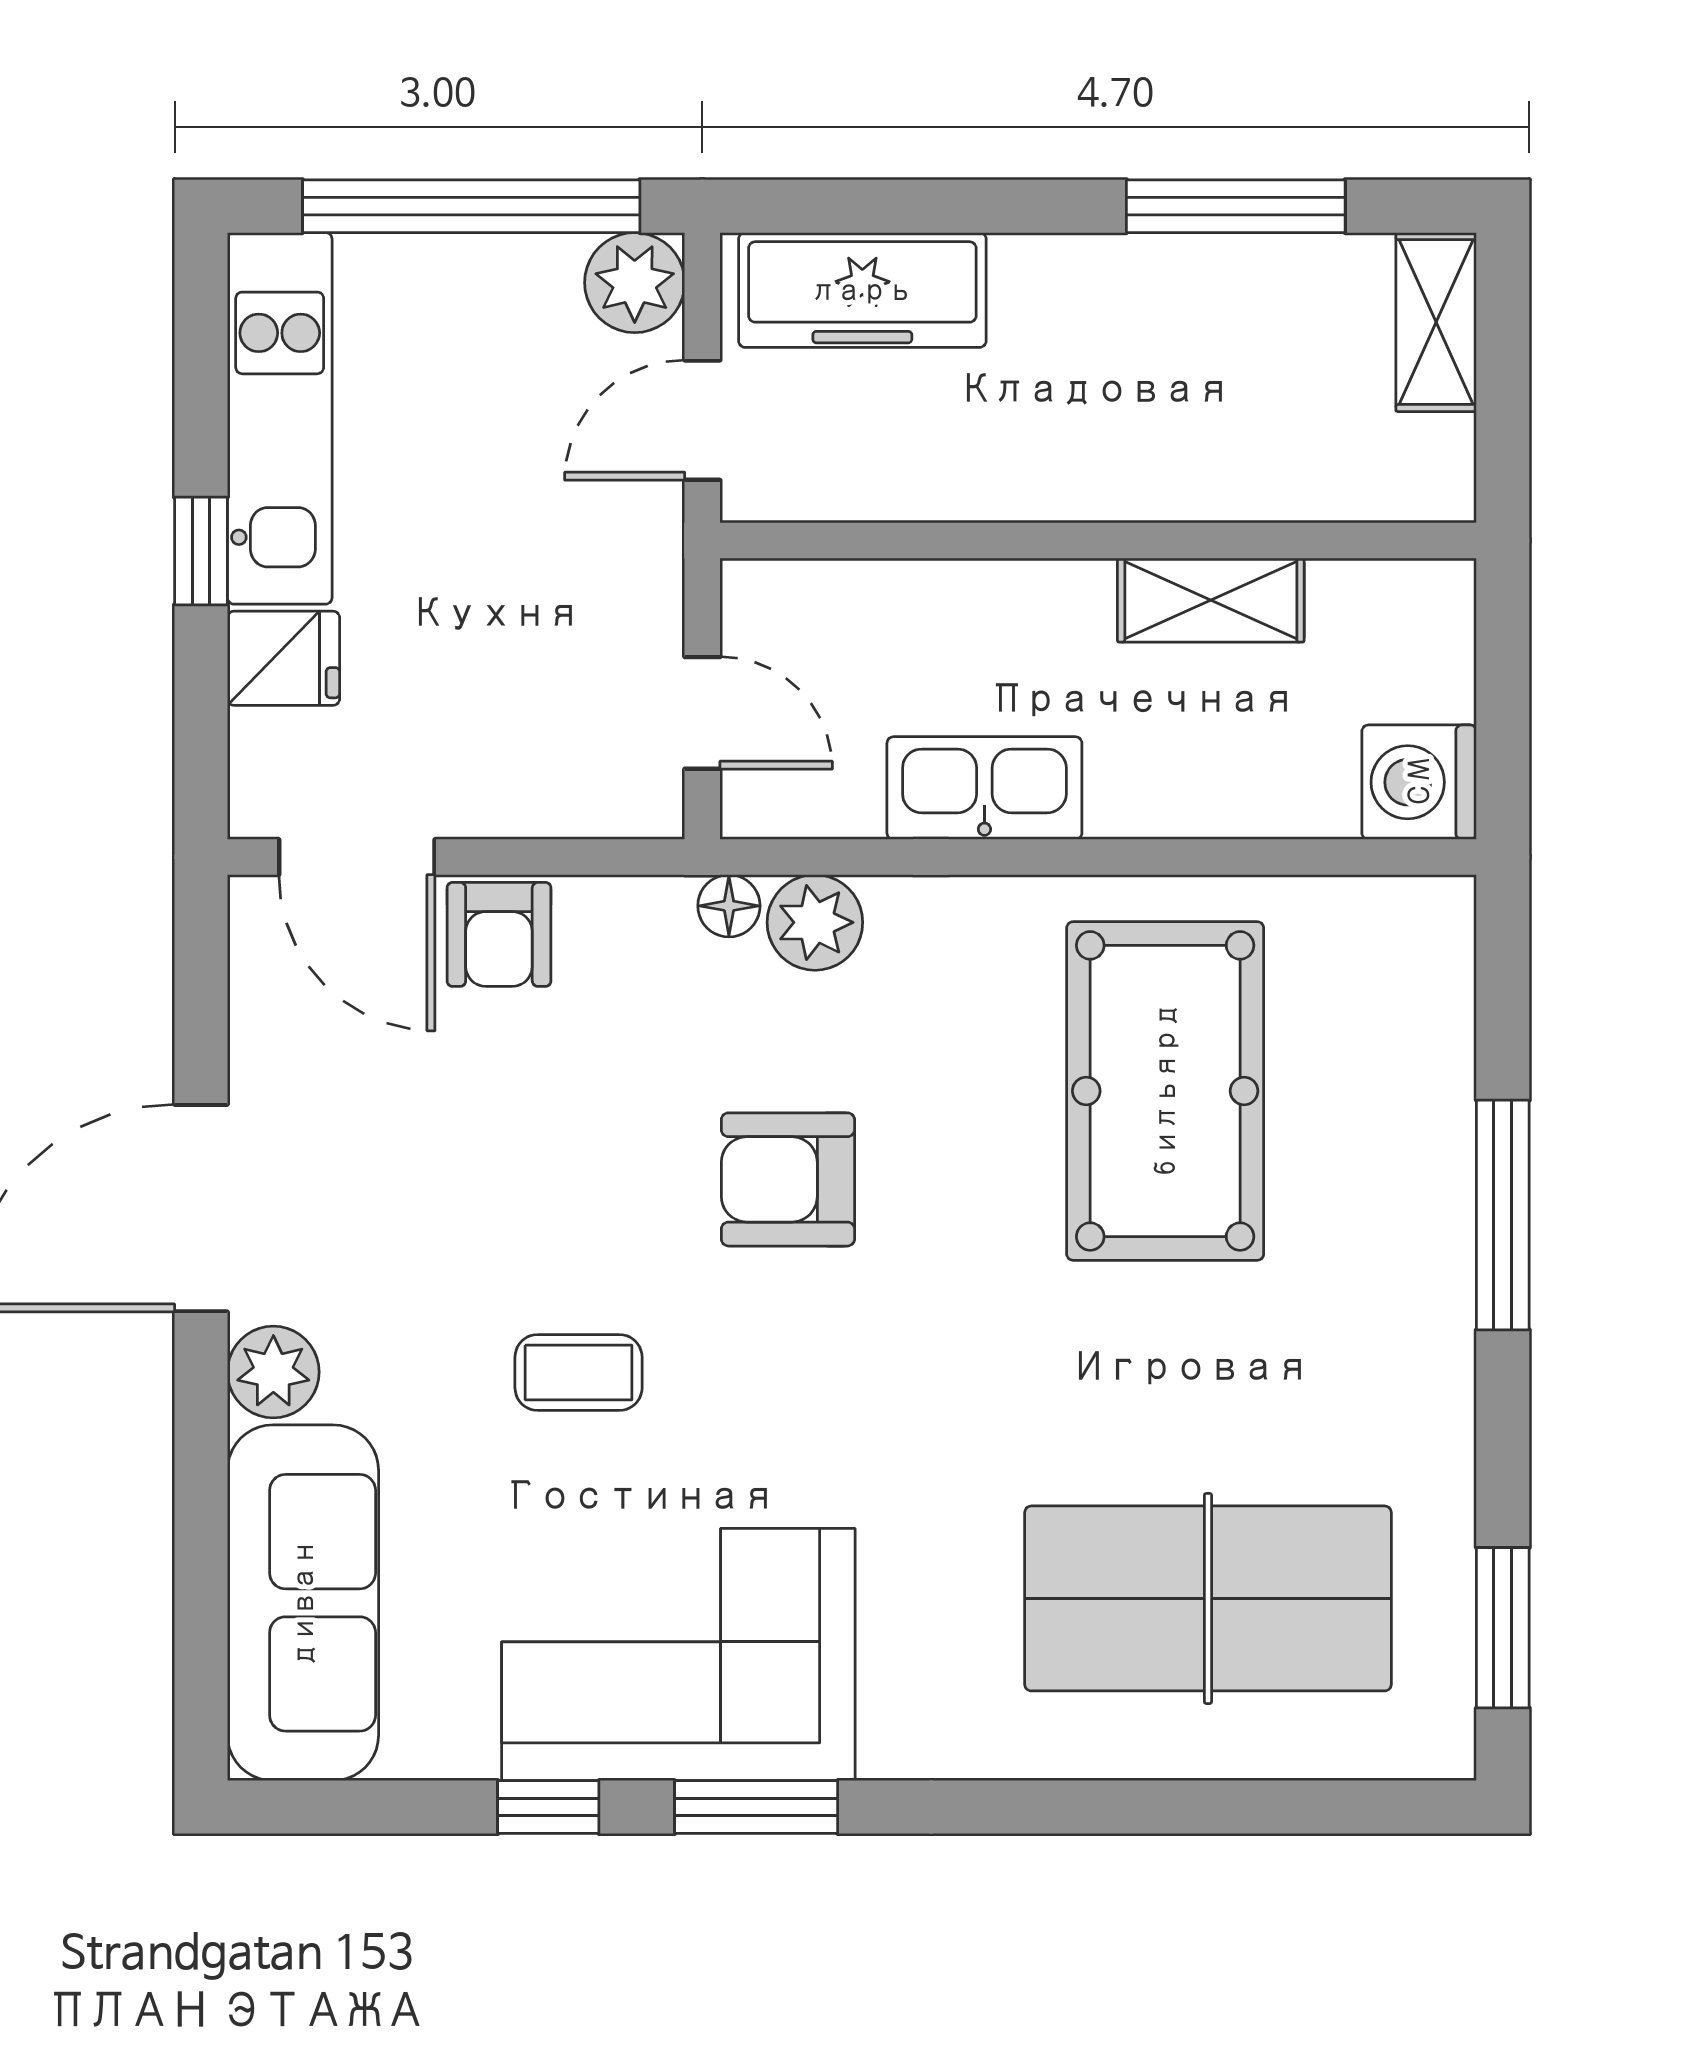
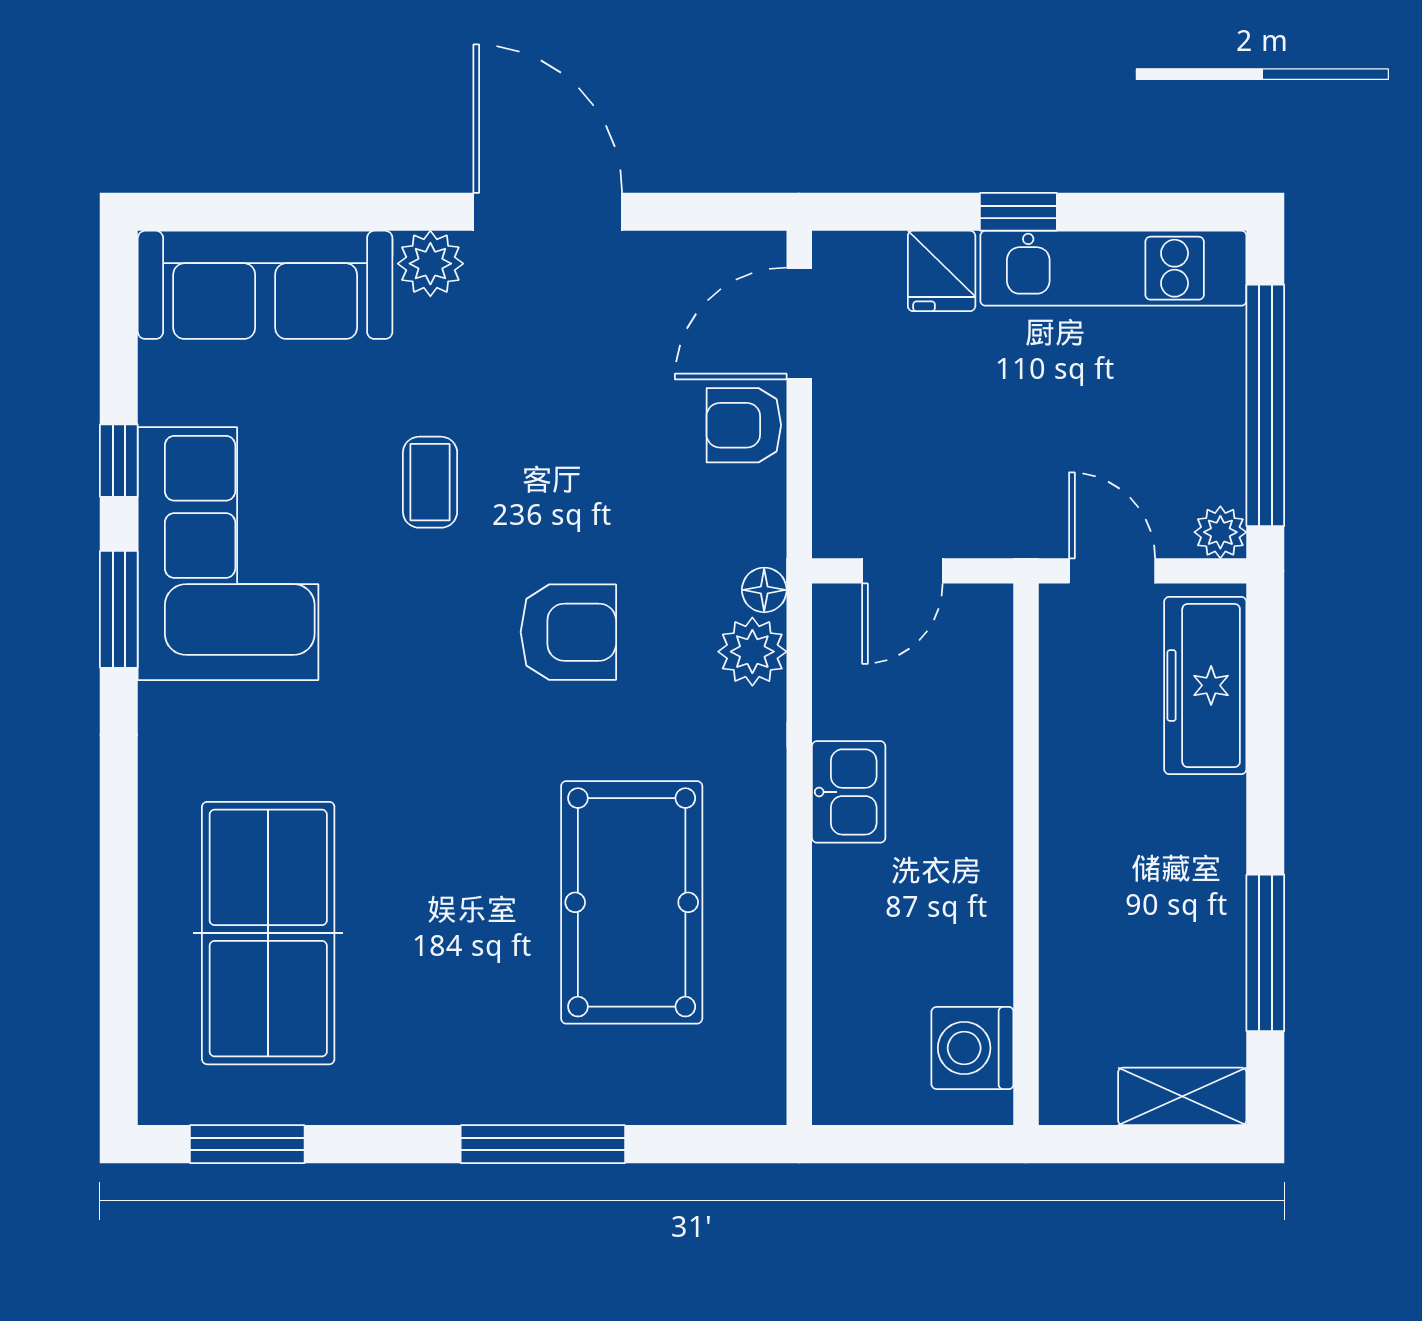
plant: (635, 283) -> (1220, 532), width x0.73, depth x0.73
shelving: (1211, 600) -> (983, 935), removed
washing machine: (1419, 782) -> (972, 1048), moved, turned -90
kitchen sink: (984, 788) -> (849, 792), width x0.73
pool table: (1165, 1091) -> (632, 902), turned 90
armchair: (788, 1179) -> (568, 632), turned 90

